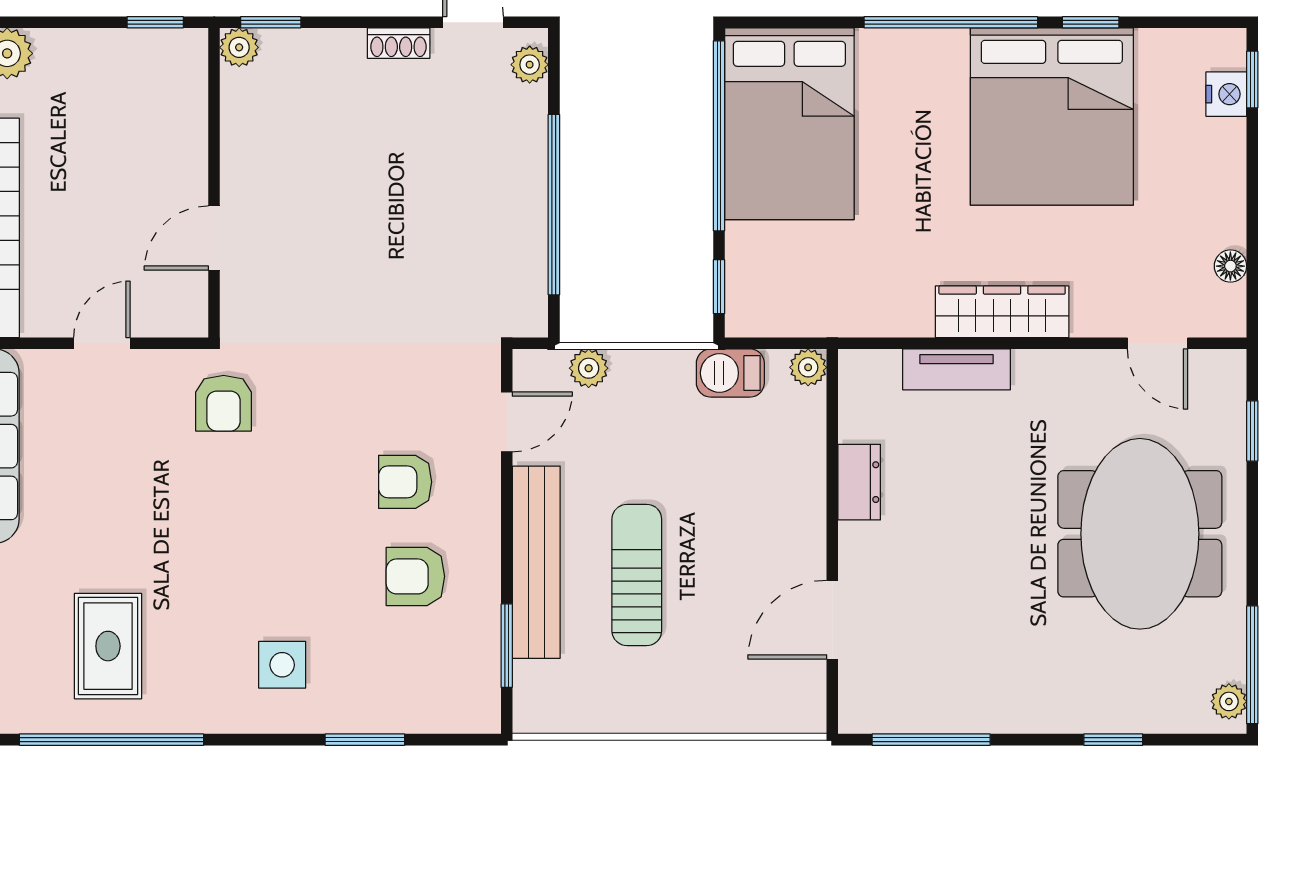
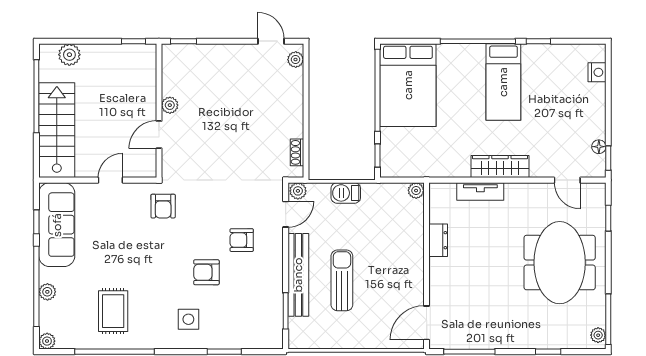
shoe rack: (399, 43) -> (297, 152), moved, turned 90
plant: (239, 47) -> (170, 105), moved
window: (1252, 80) -> (608, 158), moved
bed: (1052, 117) -> (503, 82), width x0.49
window: (554, 205) -> (306, 120), removed
plant: (589, 368) -> (298, 191), moved
barbecue: (730, 373) -> (346, 193), moved
armchair: (415, 576) -> (206, 272), moved
door: (832, 620) -> (427, 323), moved

